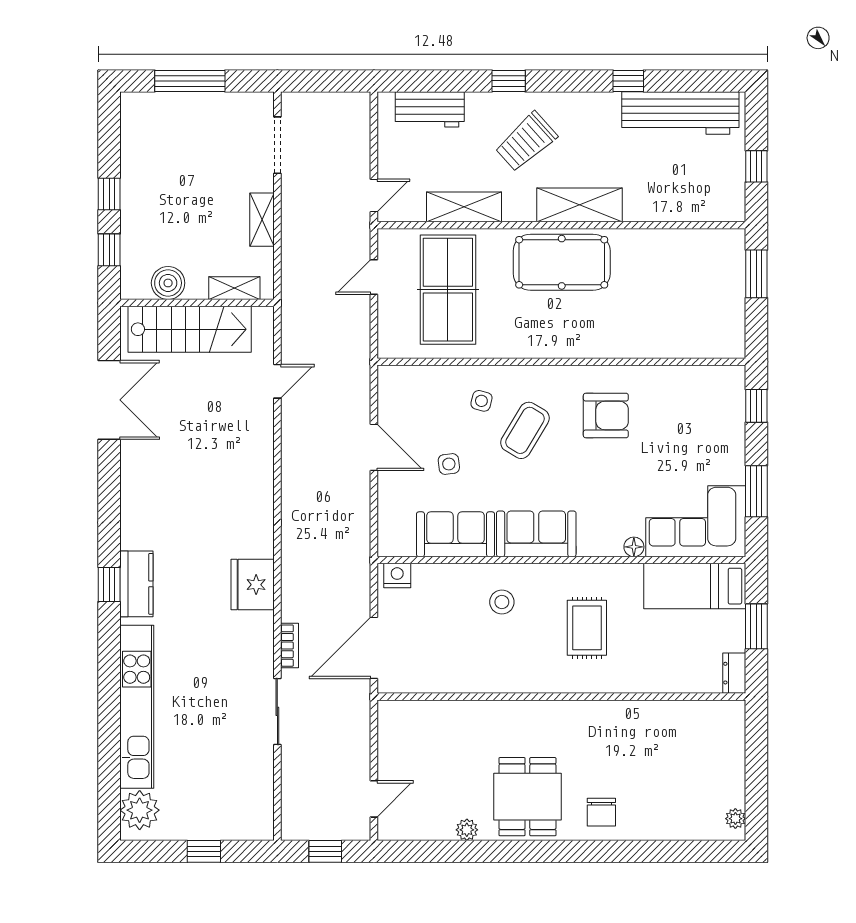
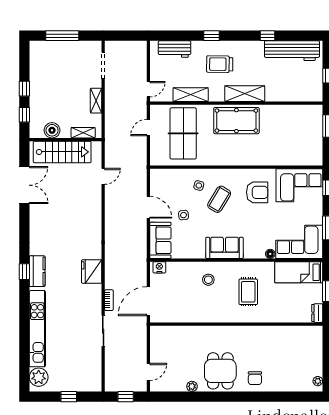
trolley: (526, 142) -> (220, 64), turned 43
corner sofa: (696, 400) -> (299, 185), added
sofa: (456, 534) -> (160, 240), moved, turned 90

